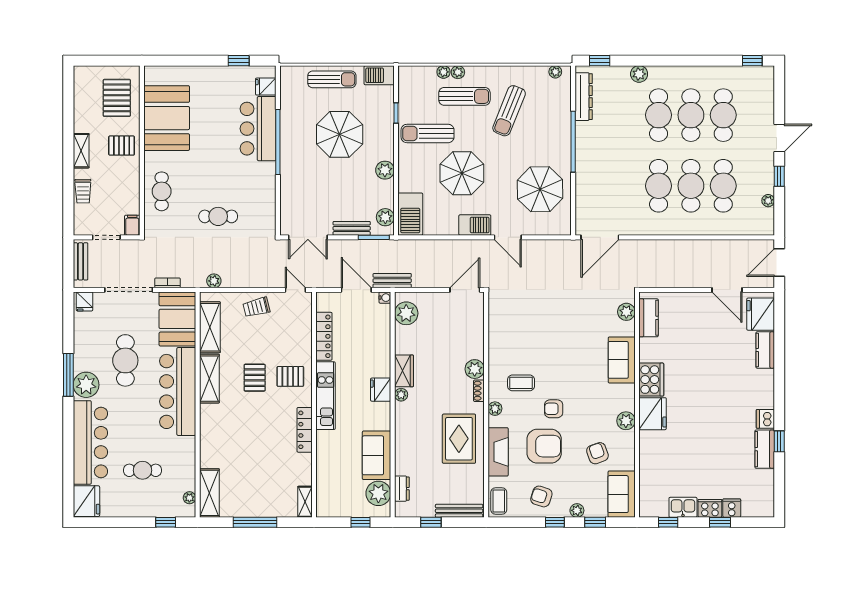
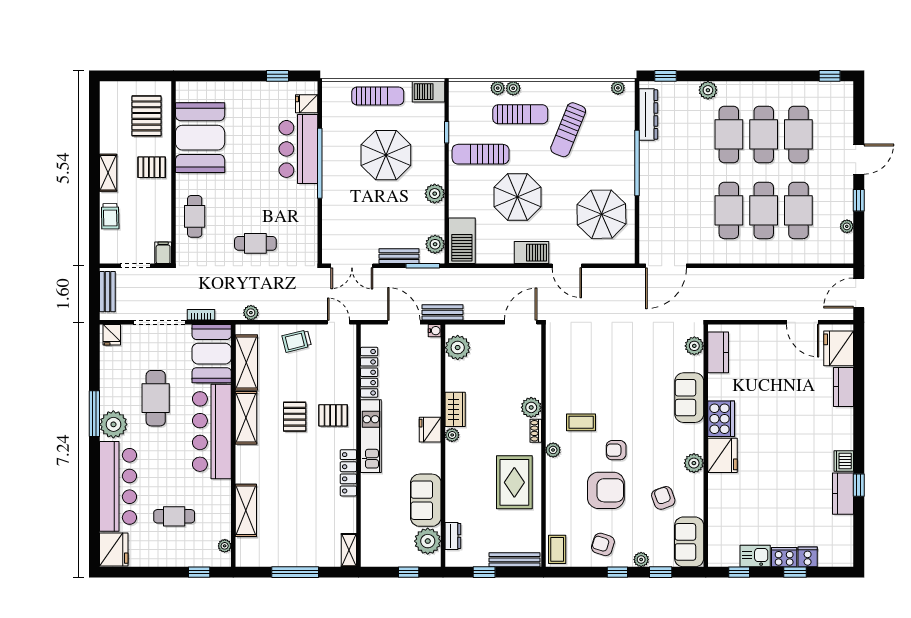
fireplace: (498, 452) -> (556, 497), removed
shelving: (209, 493) -> (246, 510), moved

